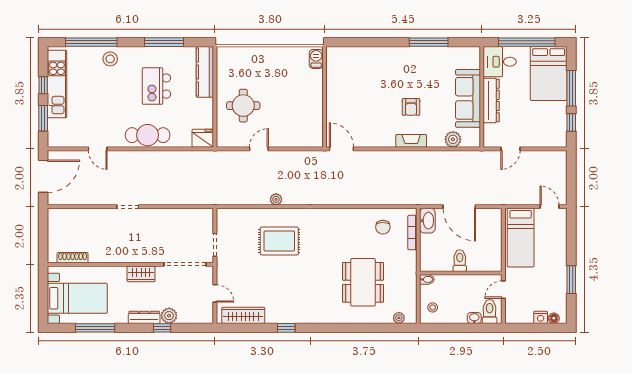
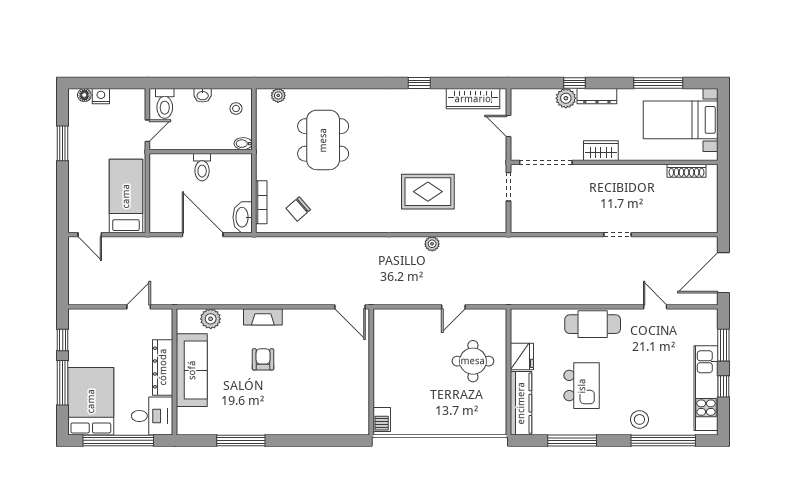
fridge: (203, 138) -> (522, 357), moved, turned -90
chair: (383, 227) -> (298, 209), turned -131
washbasin: (474, 318) -> (203, 95), moved

